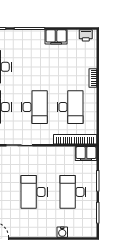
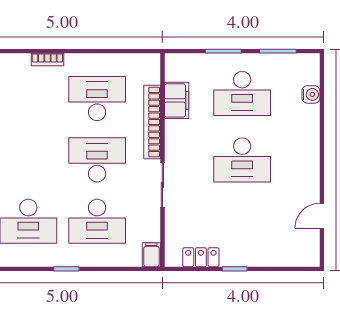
bookcase: (75, 139) -> (152, 122), moved
filing cabinet: (86, 154) -> (177, 100), moved
water cooler: (62, 232) -> (311, 94), moved

